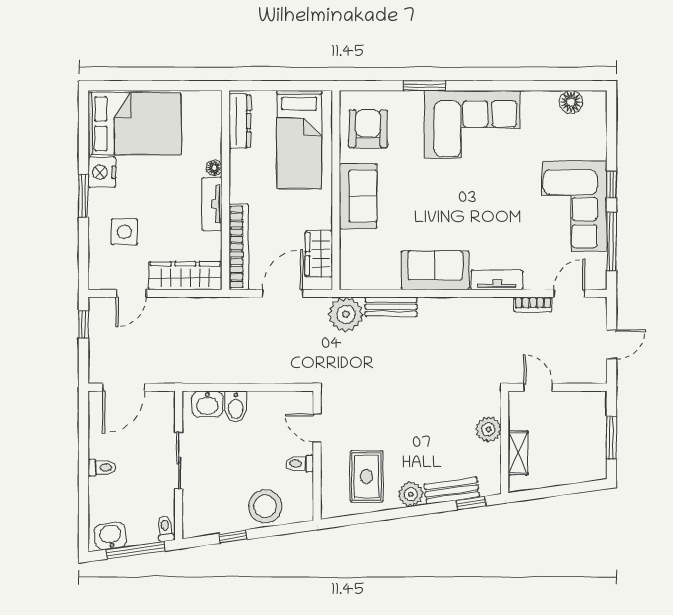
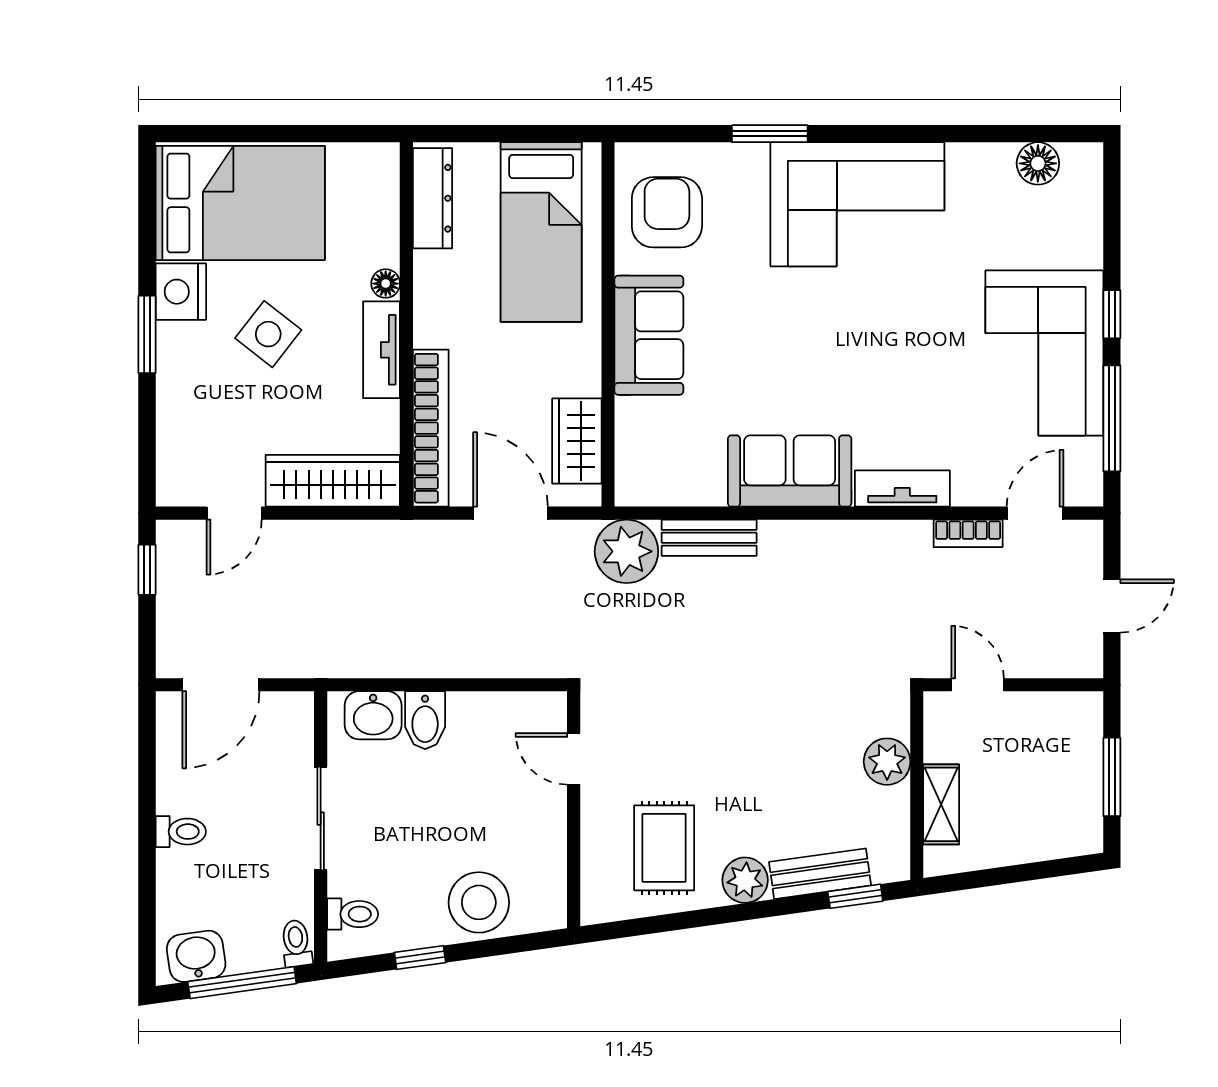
side table: (124, 232) -> (268, 334), moved, turned 38
door: (282, 293) -> (510, 513), hinge flipped
toilet: (300, 464) -> (353, 914), moved, turned 180

